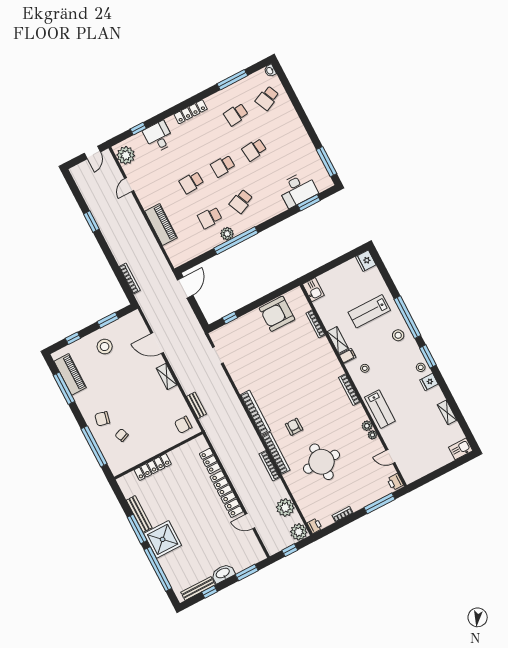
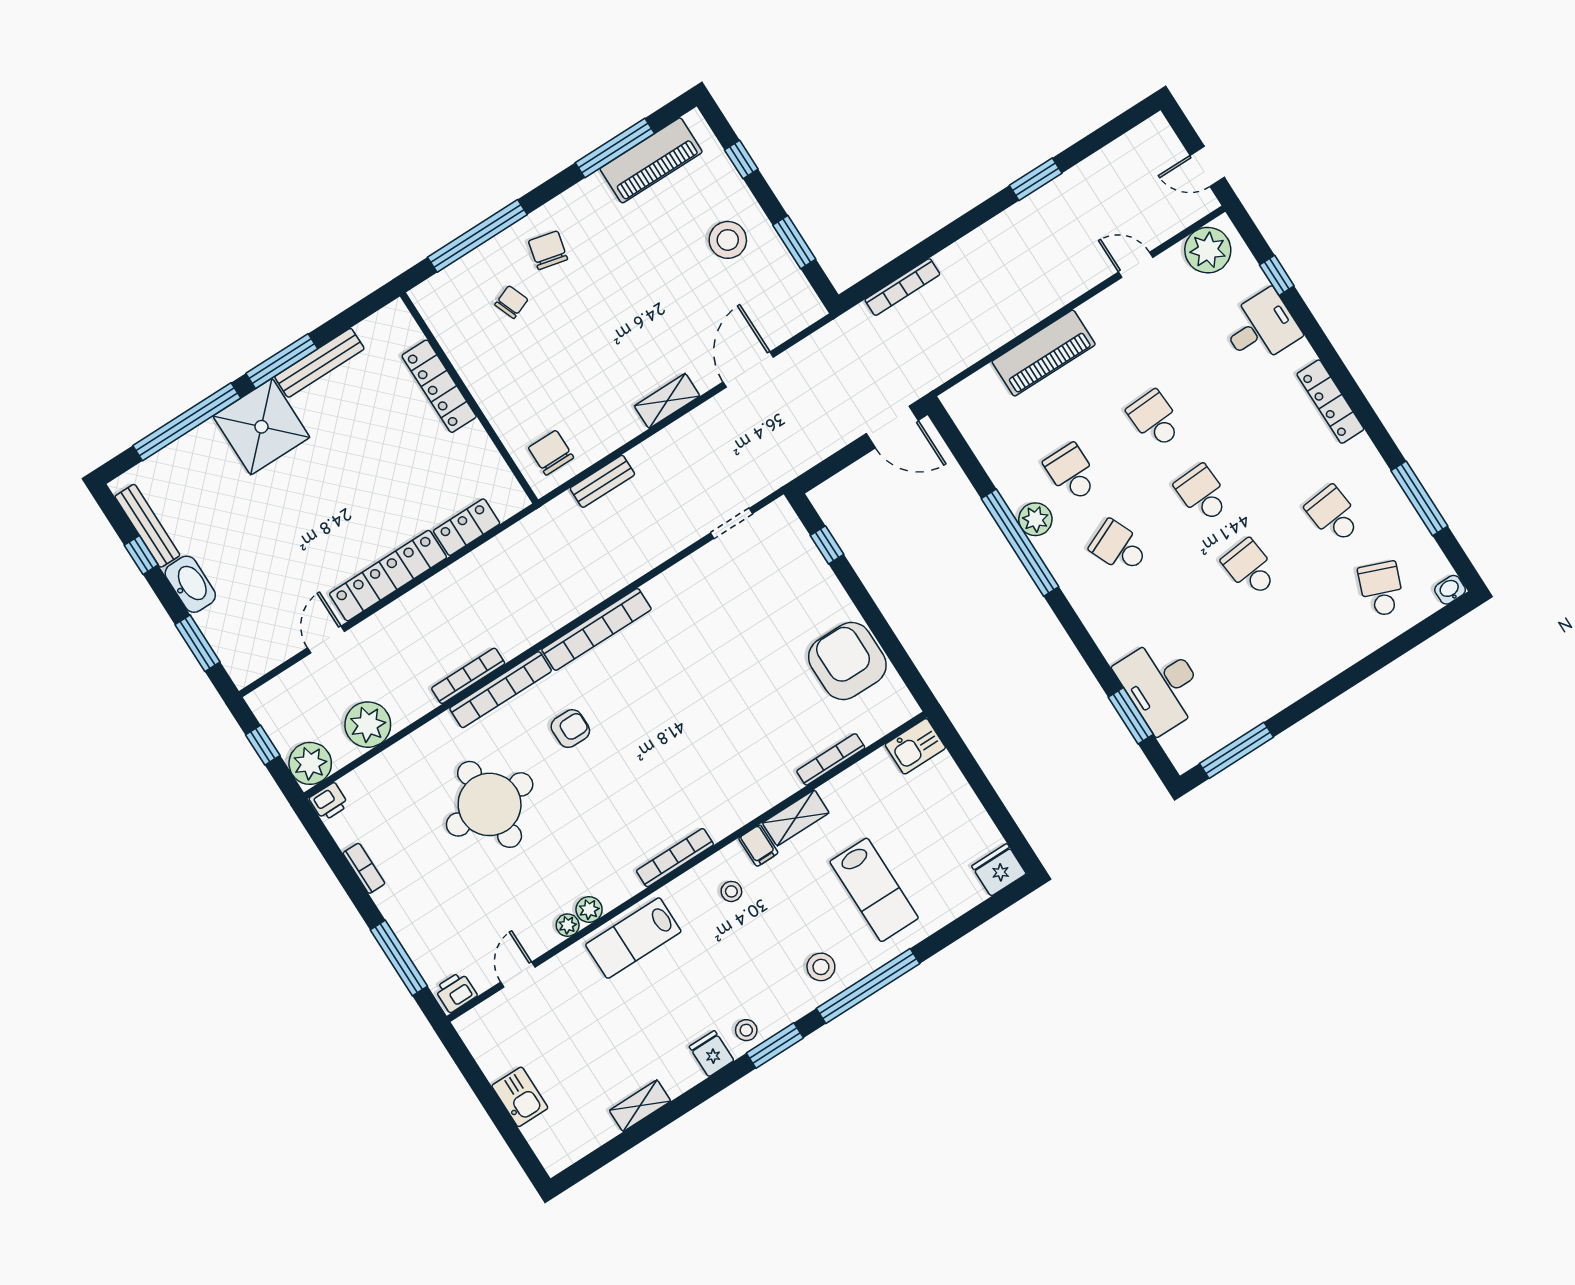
school desk: (267, 98) -> (1381, 589), turned 45
lab bench: (369, 311) -> (874, 890), turned 180
kitchen sink: (461, 449) -> (520, 1097), moved

